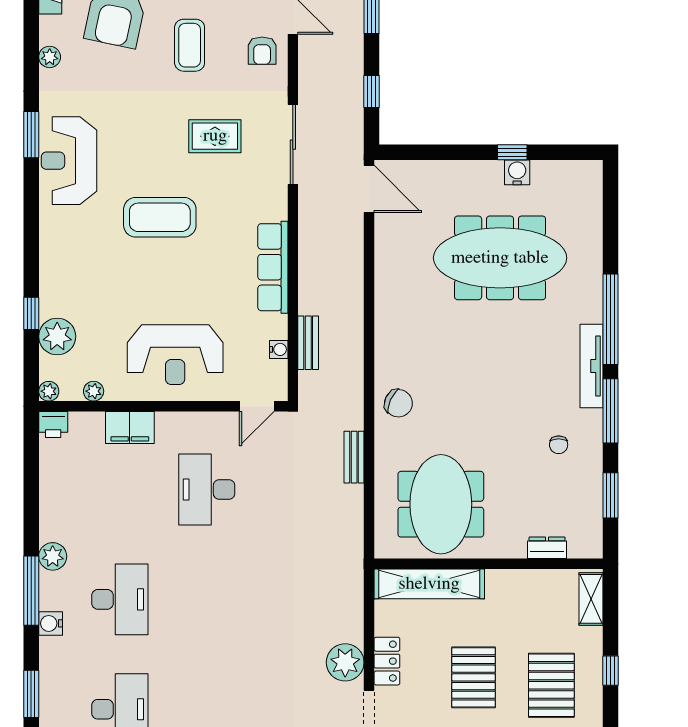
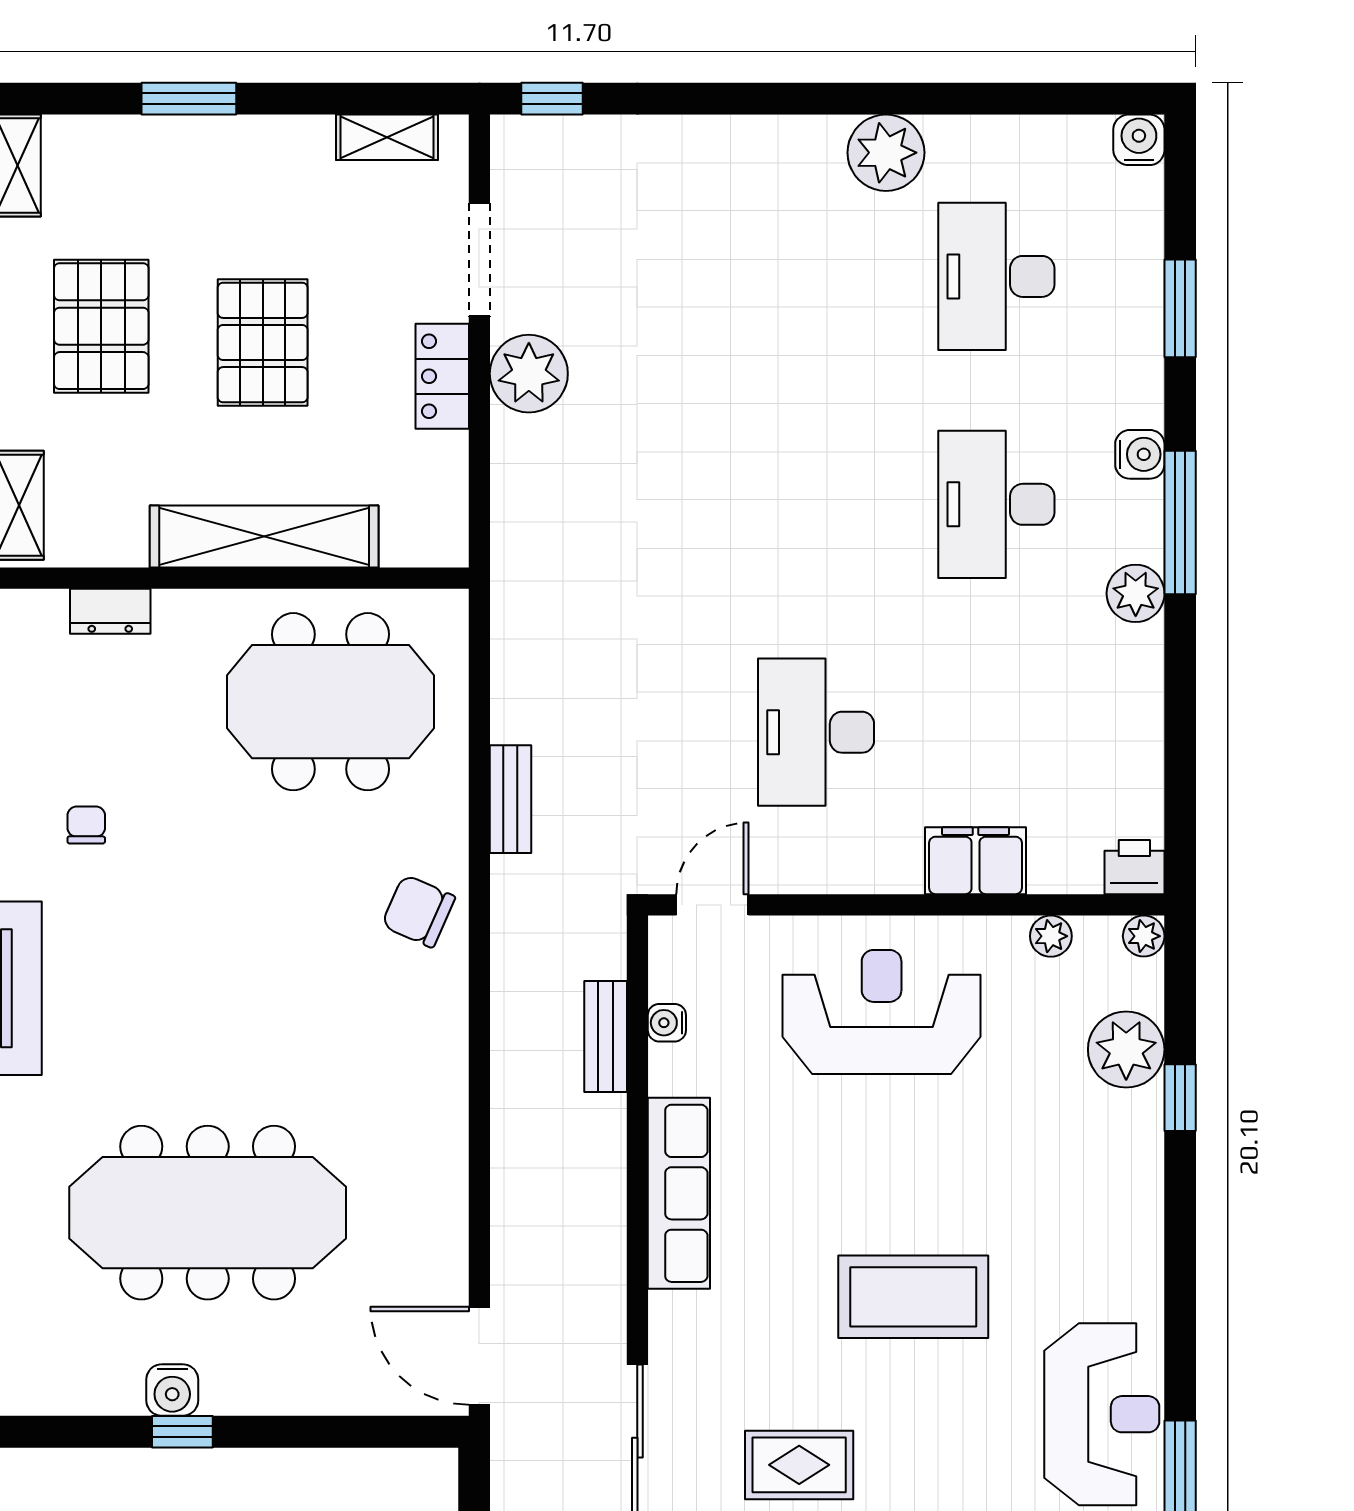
desk: (207, 489) -> (816, 732), turned 180
meeting table: (441, 504) -> (330, 702), turned 90
shelving: (429, 584) -> (264, 536), moved

